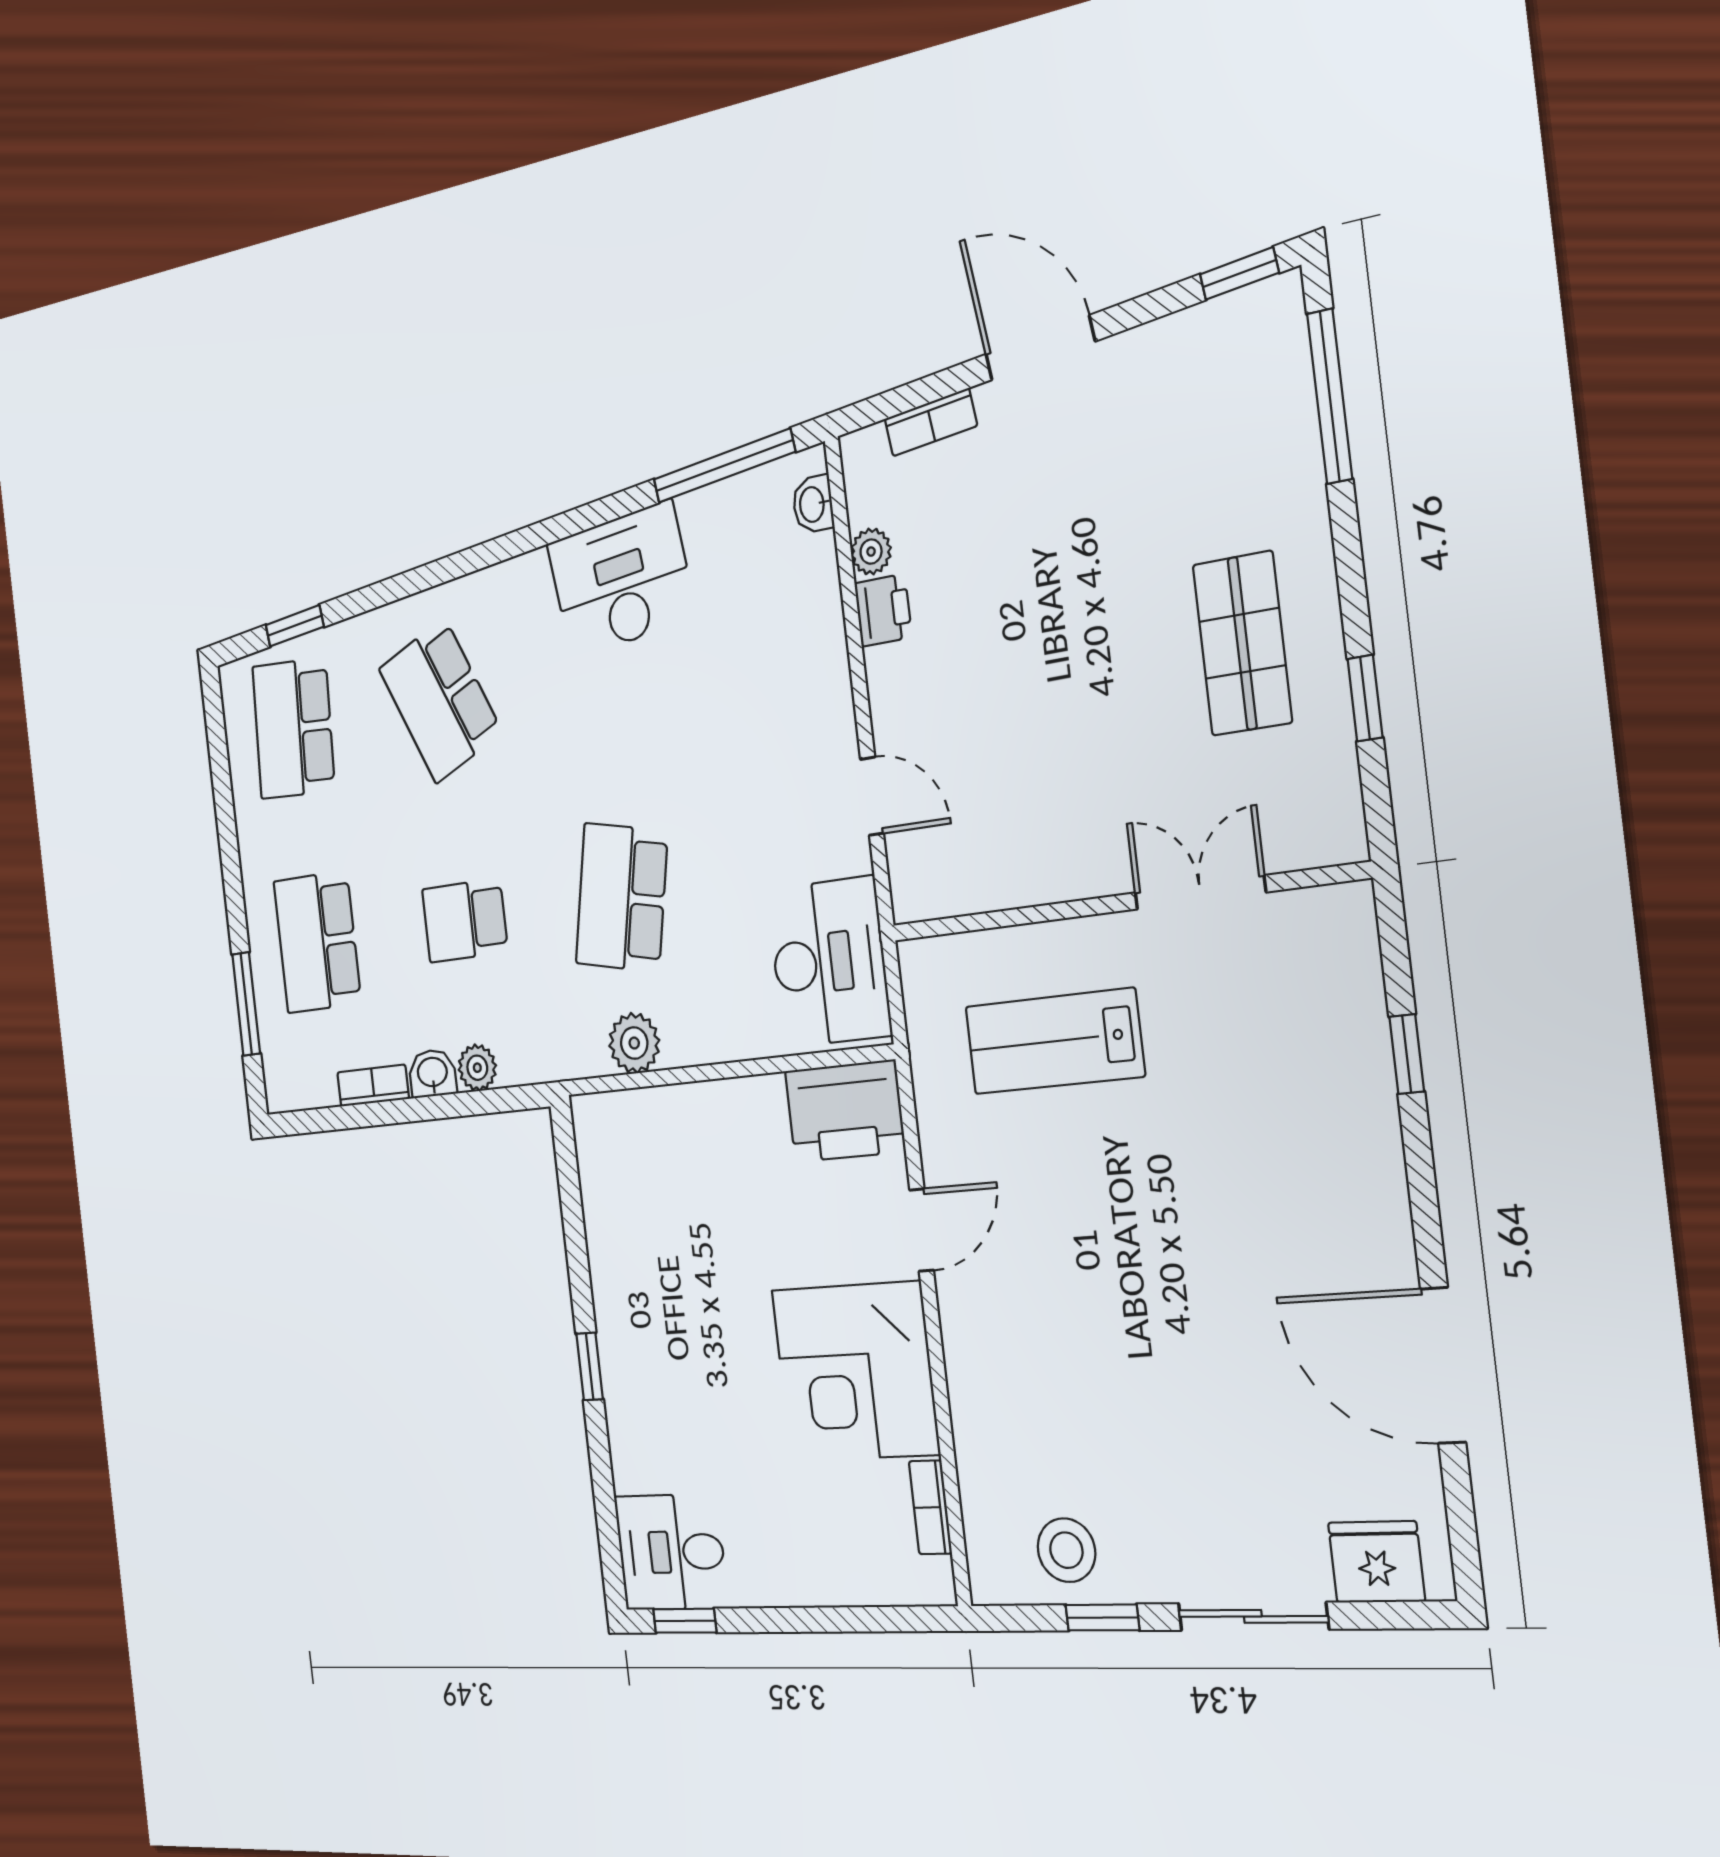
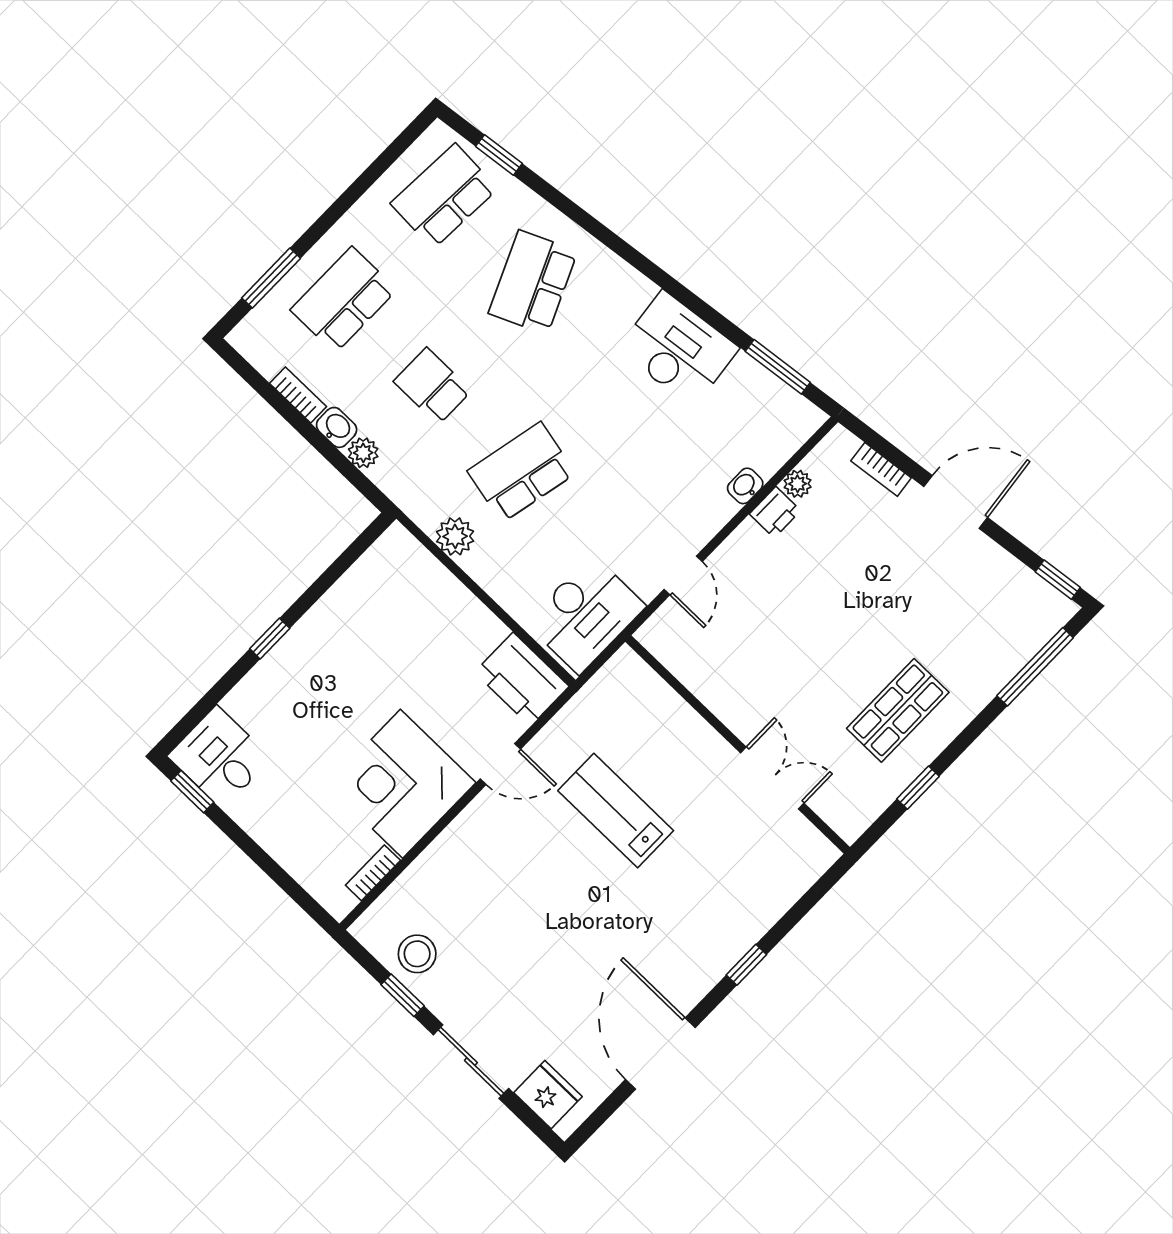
door: (1040, 348) -> (956, 502), hinge flipped
window: (724, 466) -> (778, 367), width x0.69
washbasin: (813, 504) -> (745, 486), moved
lab bench: (1054, 1041) -> (616, 811), moved
window: (1407, 1054) -> (746, 965), moved

